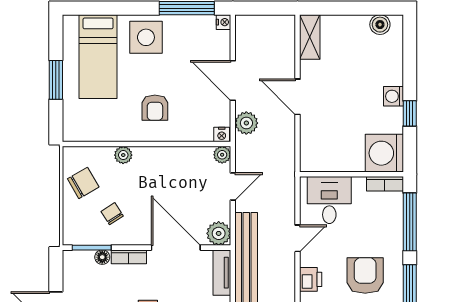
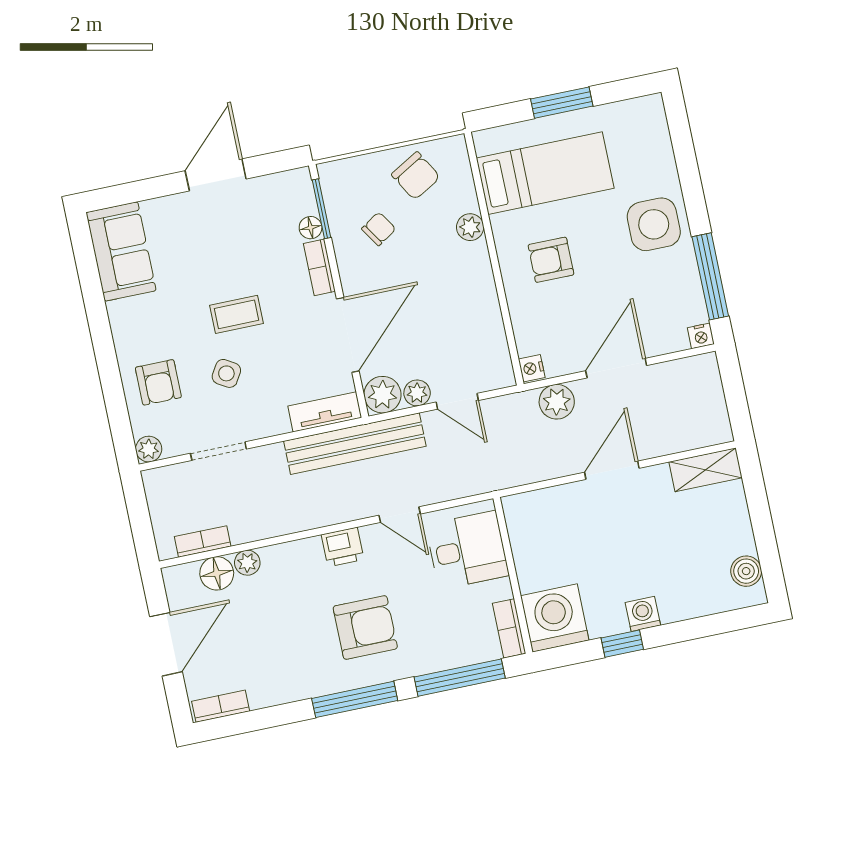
bed: (98, 57) -> (545, 173), moved, turned 180
plant: (222, 155) -> (417, 393), moved

